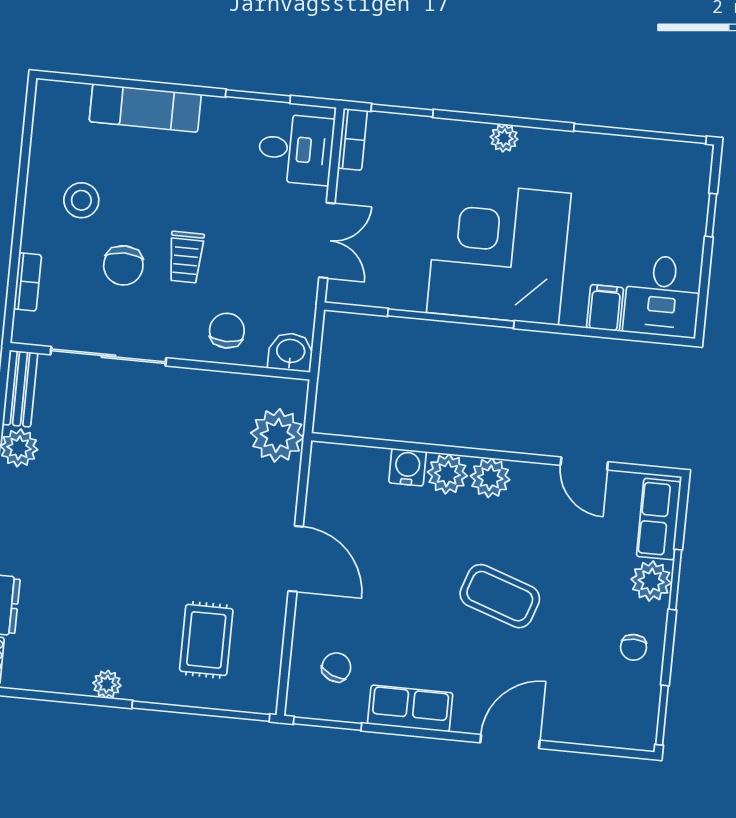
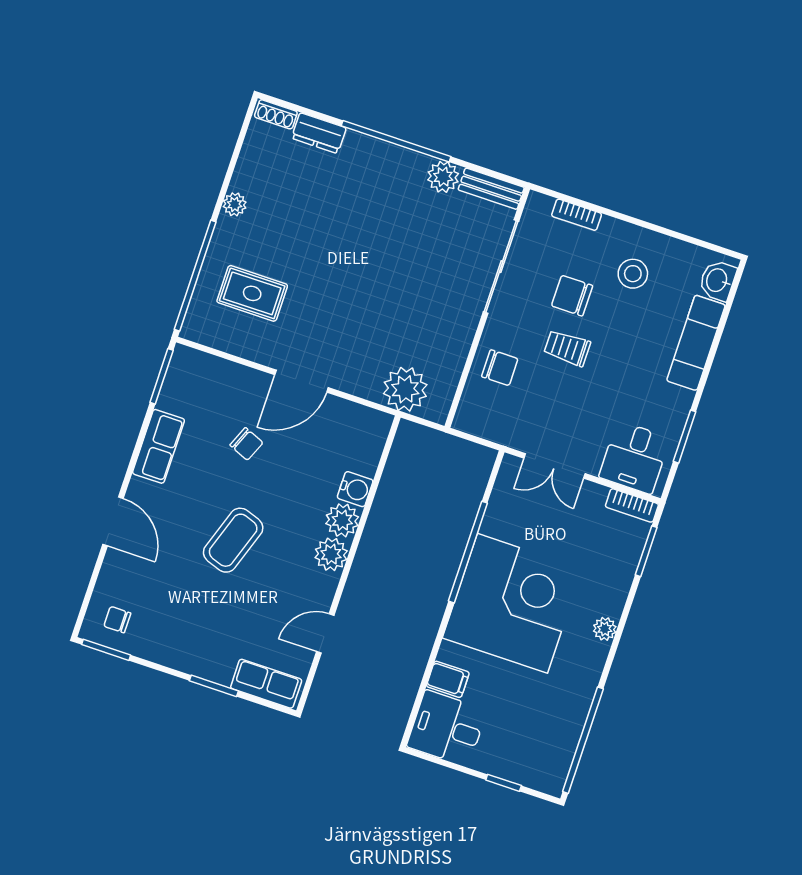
washbasin: (291, 352) -> (717, 280), moved, turned 180
plant: (651, 581) -> (217, 666), removed
chair: (634, 647) -> (117, 620), moved
chair: (336, 667) -> (246, 444), moved

